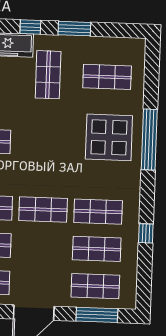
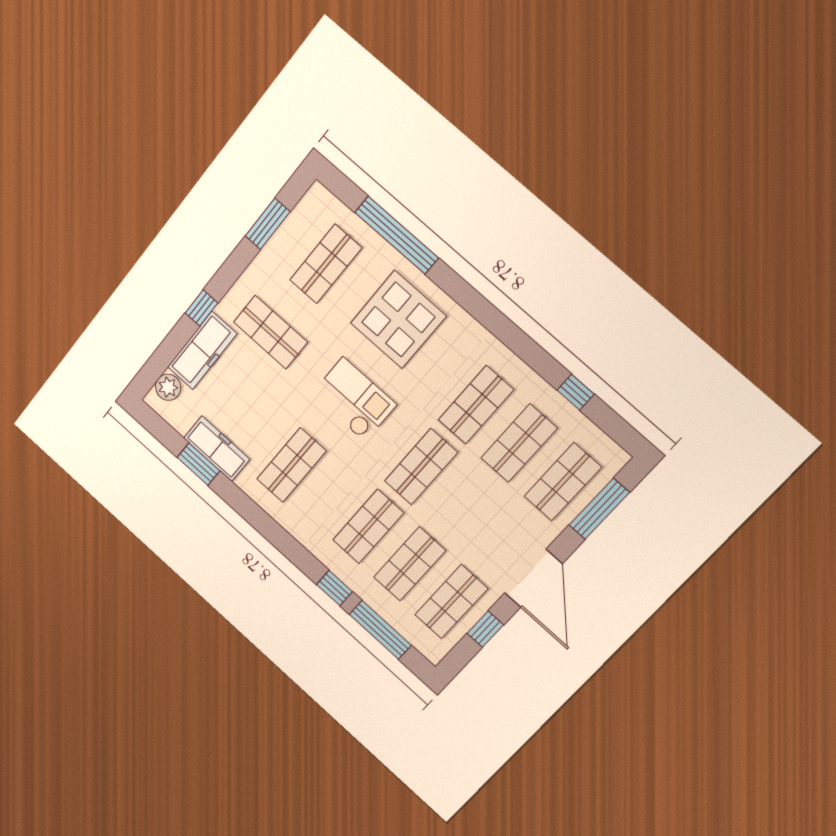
window: (74, 29) -> (268, 224), moved
window: (149, 140) -> (397, 235), moved
checkout: (49, 147) -> (354, 399), added
window: (146, 233) -> (576, 392), moved

